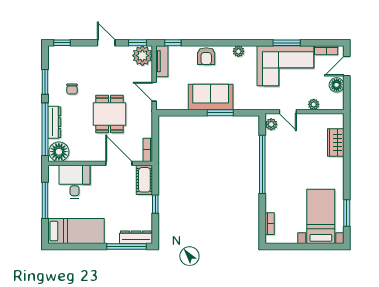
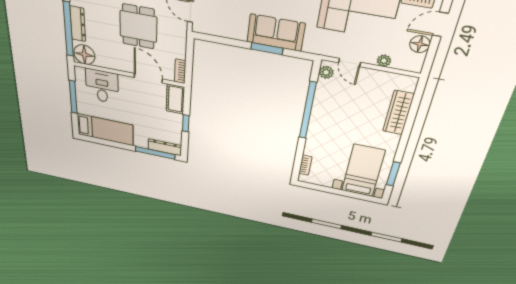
sofa: (211, 97) -> (276, 33), moved
wardrobe: (336, 142) -> (398, 113), width x1.50

